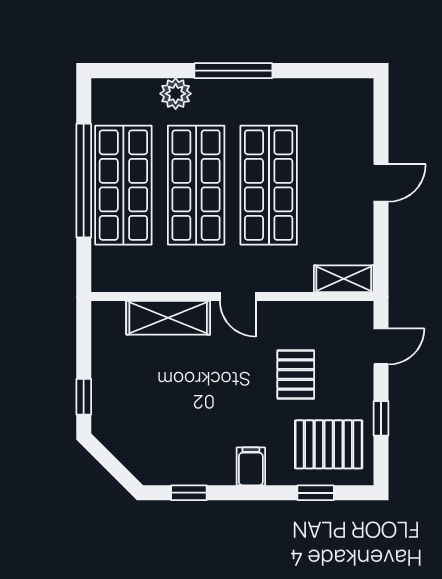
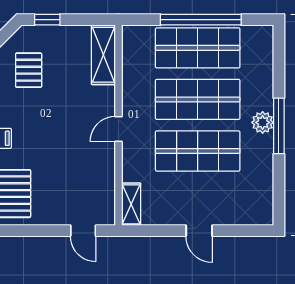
plant: (176, 94) -> (263, 122), moved
shelving: (168, 318) -> (103, 55), moved
pallet: (296, 375) -> (29, 70), moved, turned 90
window: (381, 418) -> (32, 231), removed

